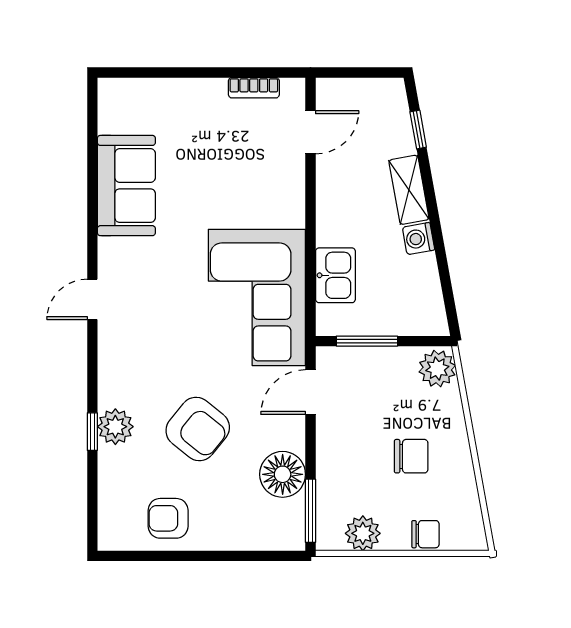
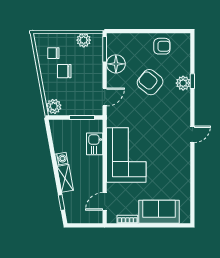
sofa: (126, 186) -> (159, 212), moved, turned 90
corner sofa: (257, 297) -> (126, 155), moved
chair: (425, 534) -> (53, 53), moved

